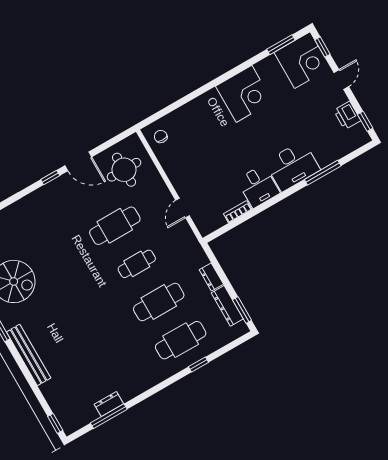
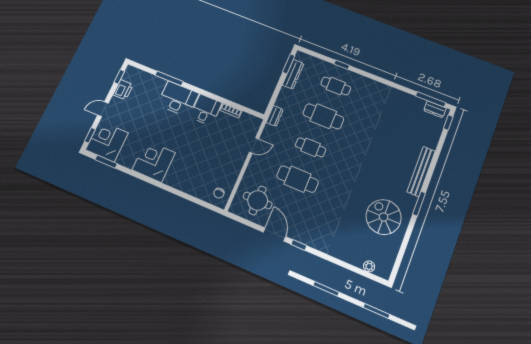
dresser: (211, 277) -> (275, 116), moved
cafe table: (181, 340) -> (336, 86), width x0.73, depth x0.74
dresser: (109, 404) -> (435, 109), moved
window: (109, 416) -> (431, 99), moved

